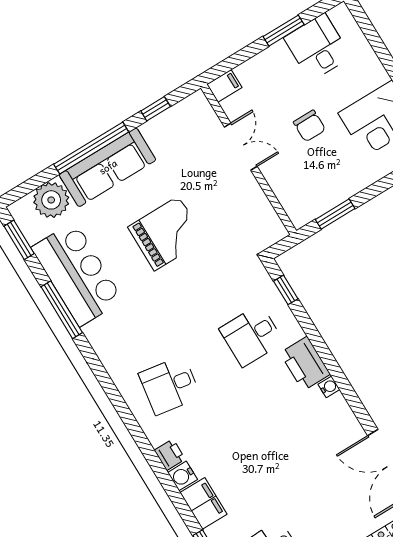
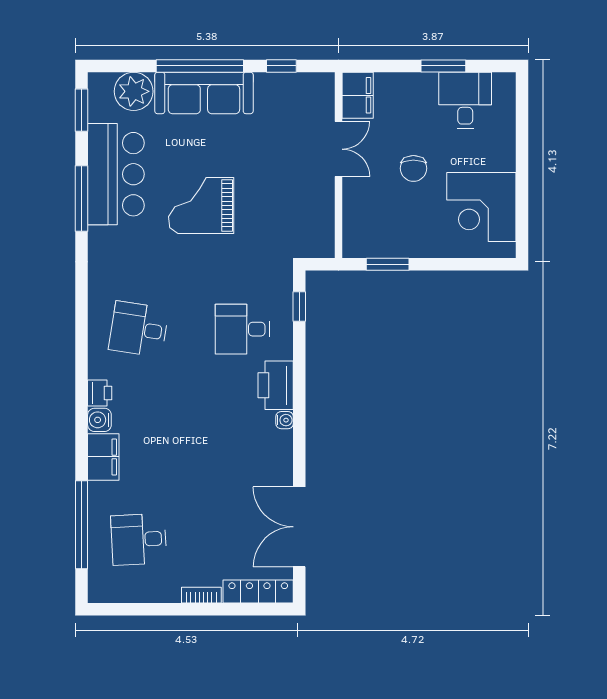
filing cabinet: (224, 86) -> (358, 95), width x2.00
grand piano: (167, 233) -> (201, 205), moved, turned 180

